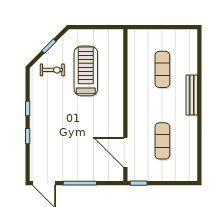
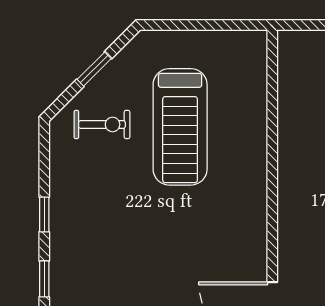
treadmill: (86, 71) -> (180, 127), turned 180

